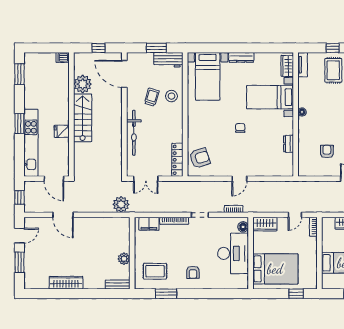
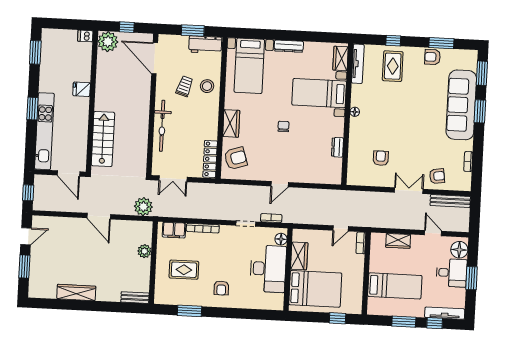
tv unit: (303, 65) -> (358, 64), width x1.41
plant: (83, 84) -> (108, 42), moved
stairs: (83, 118) -> (103, 139), moved
wardrobe: (194, 128) -> (231, 123), added
fridge: (62, 131) -> (82, 89), moved
door: (63, 215) -> (99, 216), moved
doorway: (200, 215) -> (246, 224), moved
wardrobe: (265, 224) -> (299, 256), moved, turned -90
plant: (124, 259) -> (144, 251), moved
rug: (155, 271) -> (184, 270), moved

